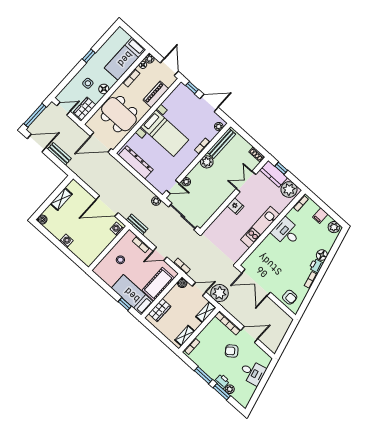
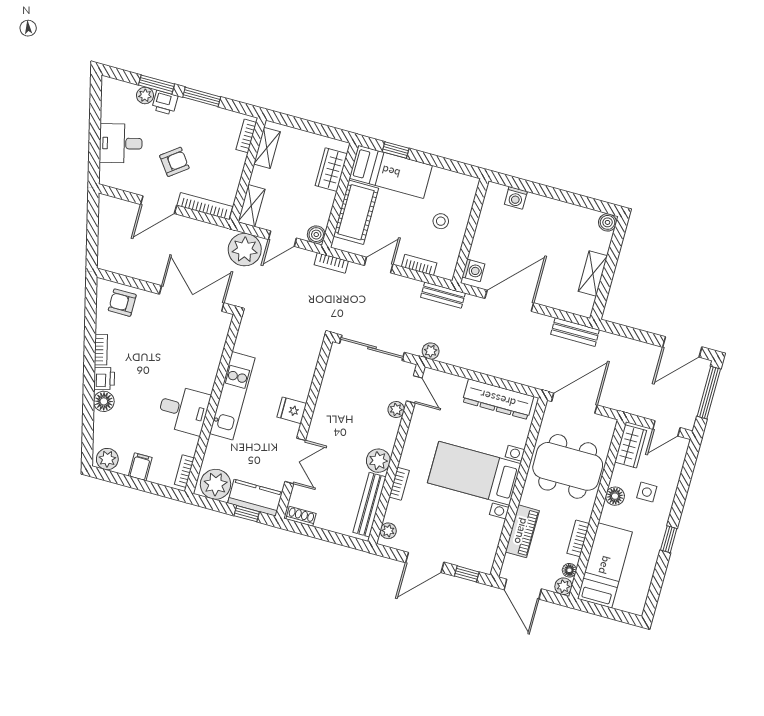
bench: (59, 154) -> (575, 332), moved
door: (173, 187) -> (414, 389), swing flipped
washing machine: (66, 241) -> (516, 198), moved

